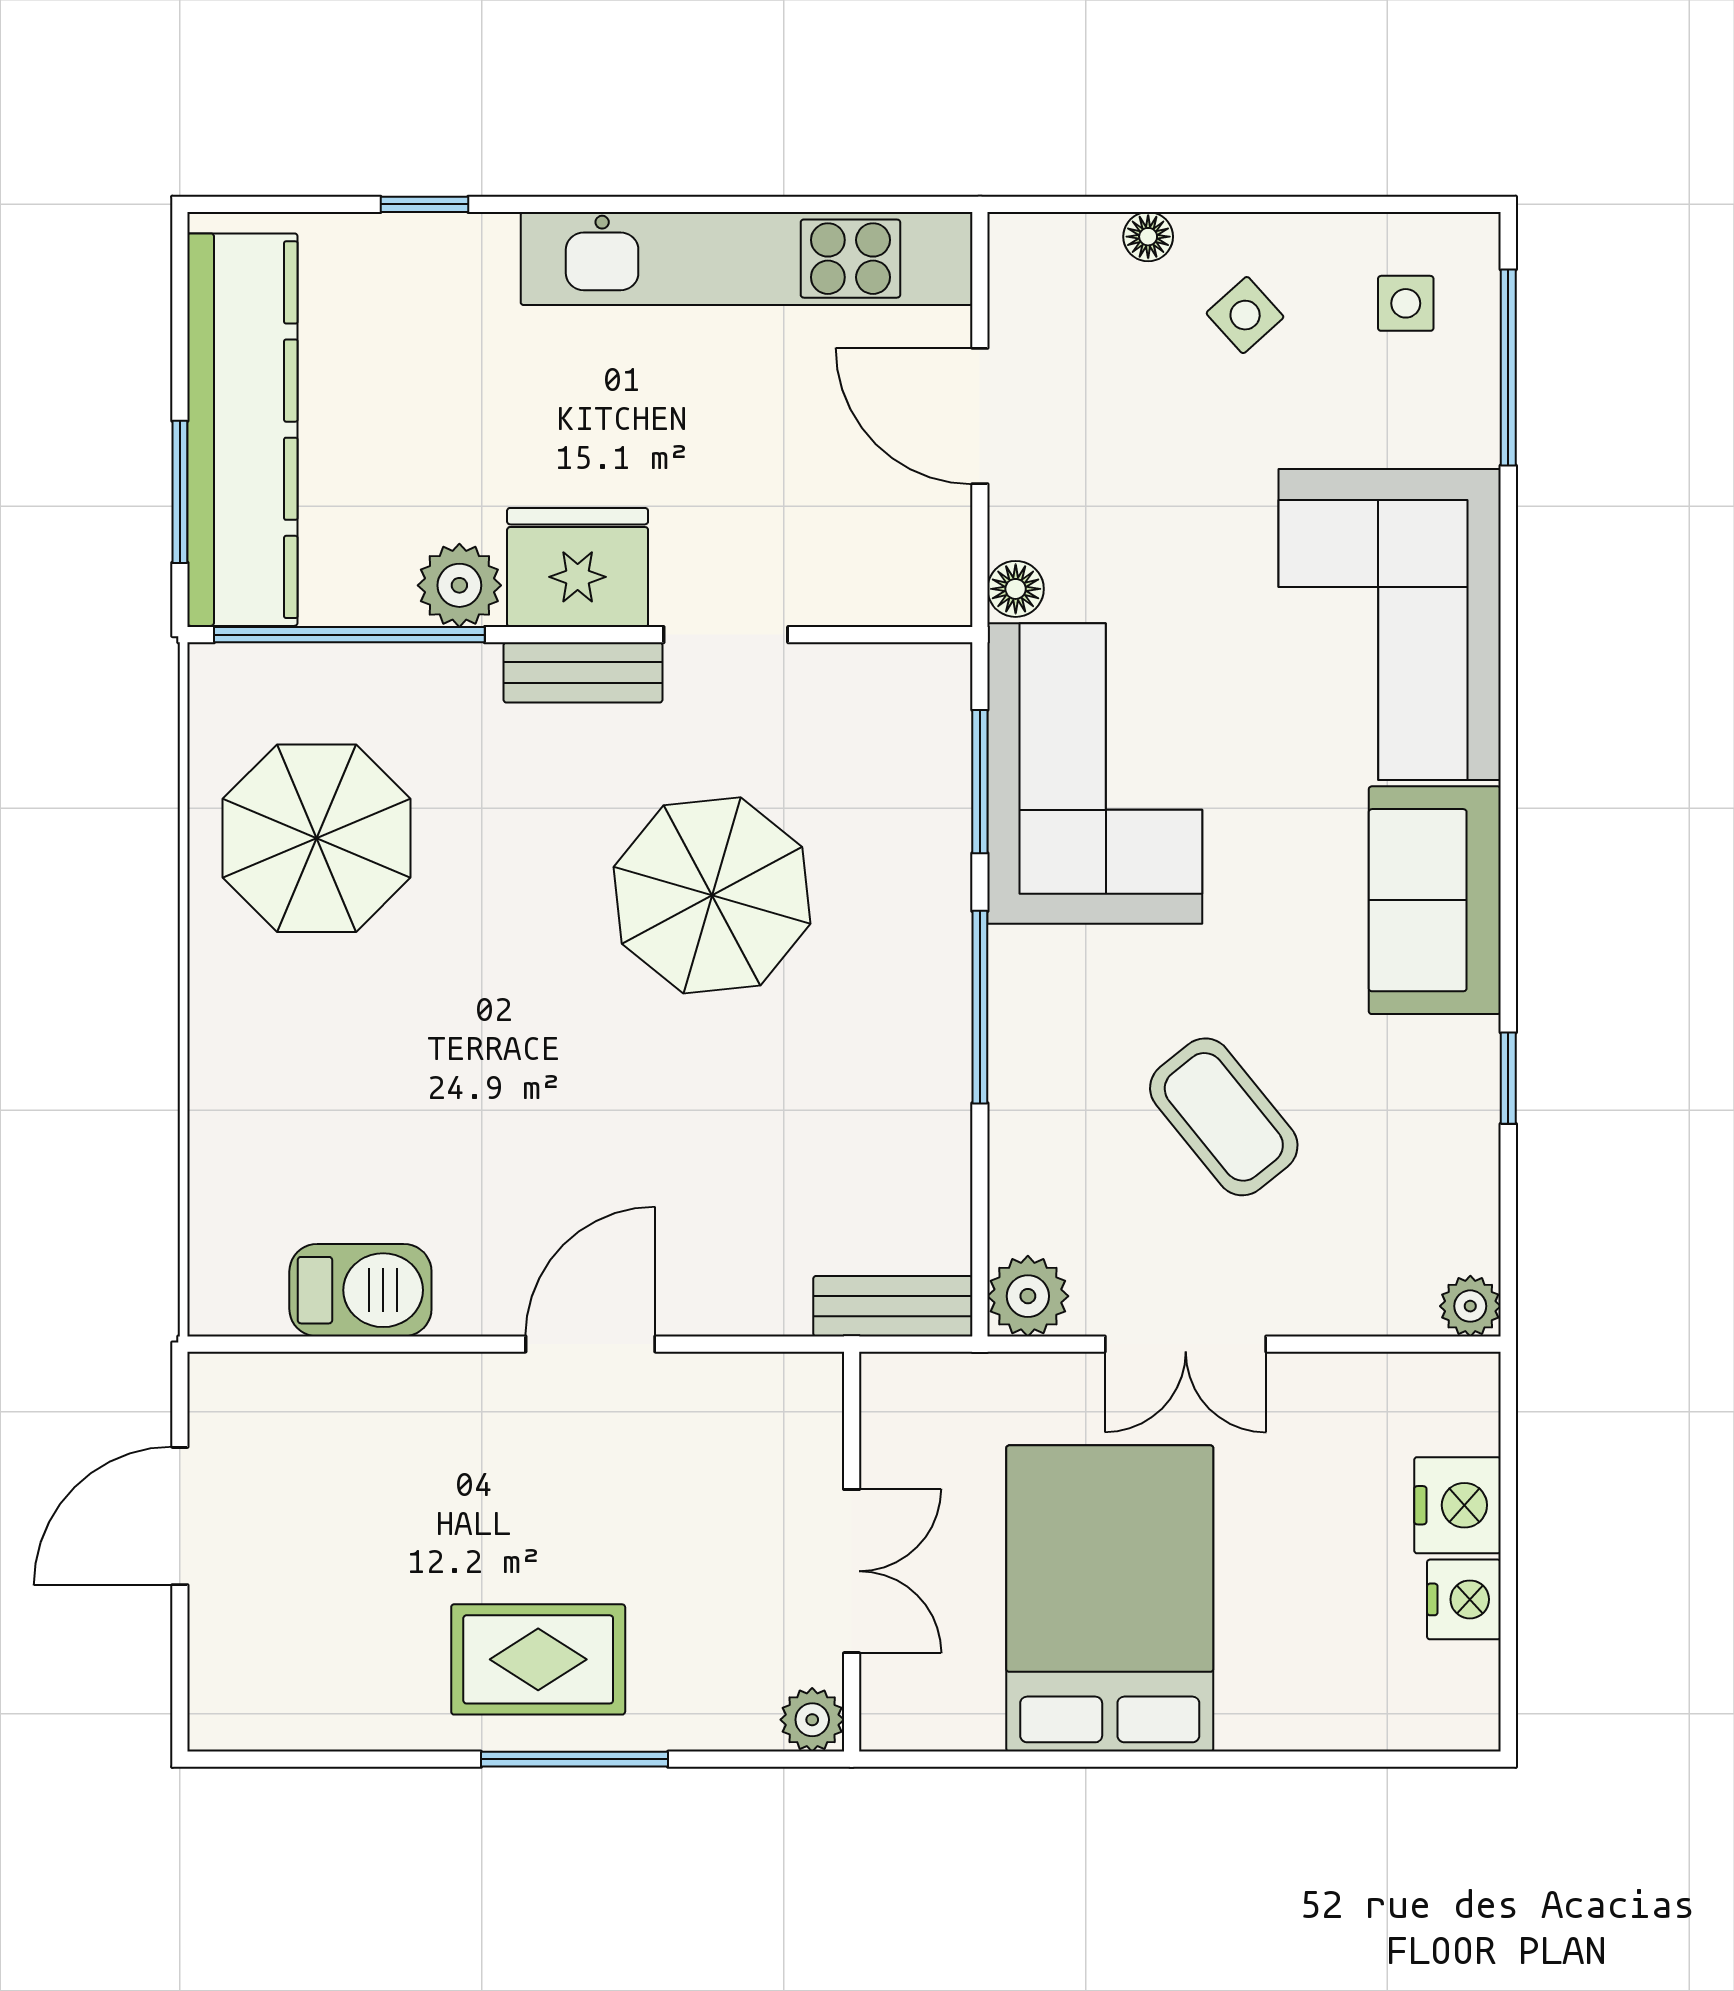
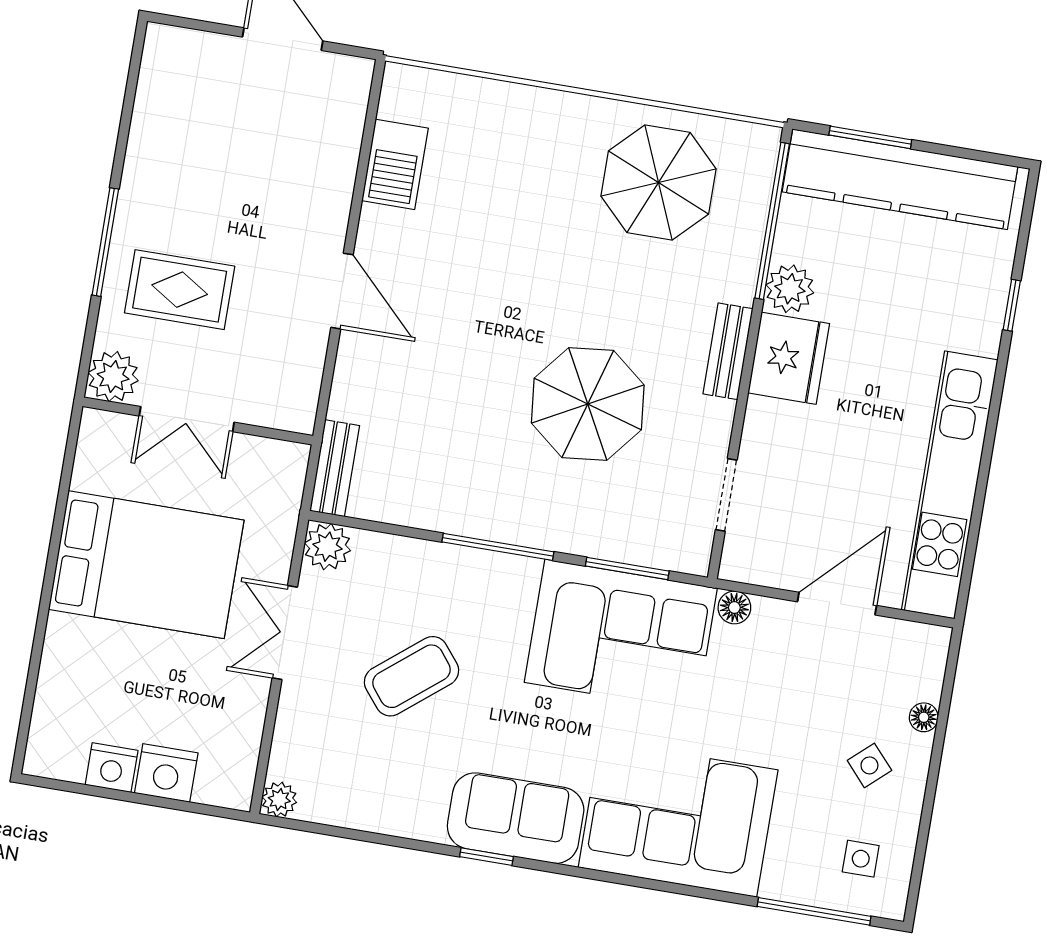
doorway: (726, 635) -> (726, 495), moved
window: (1508, 1078) -> (486, 857), moved
rug: (538, 1659) -> (180, 290), moved, turned 90
plant: (812, 1720) -> (113, 377), width x1.38, depth x1.38

